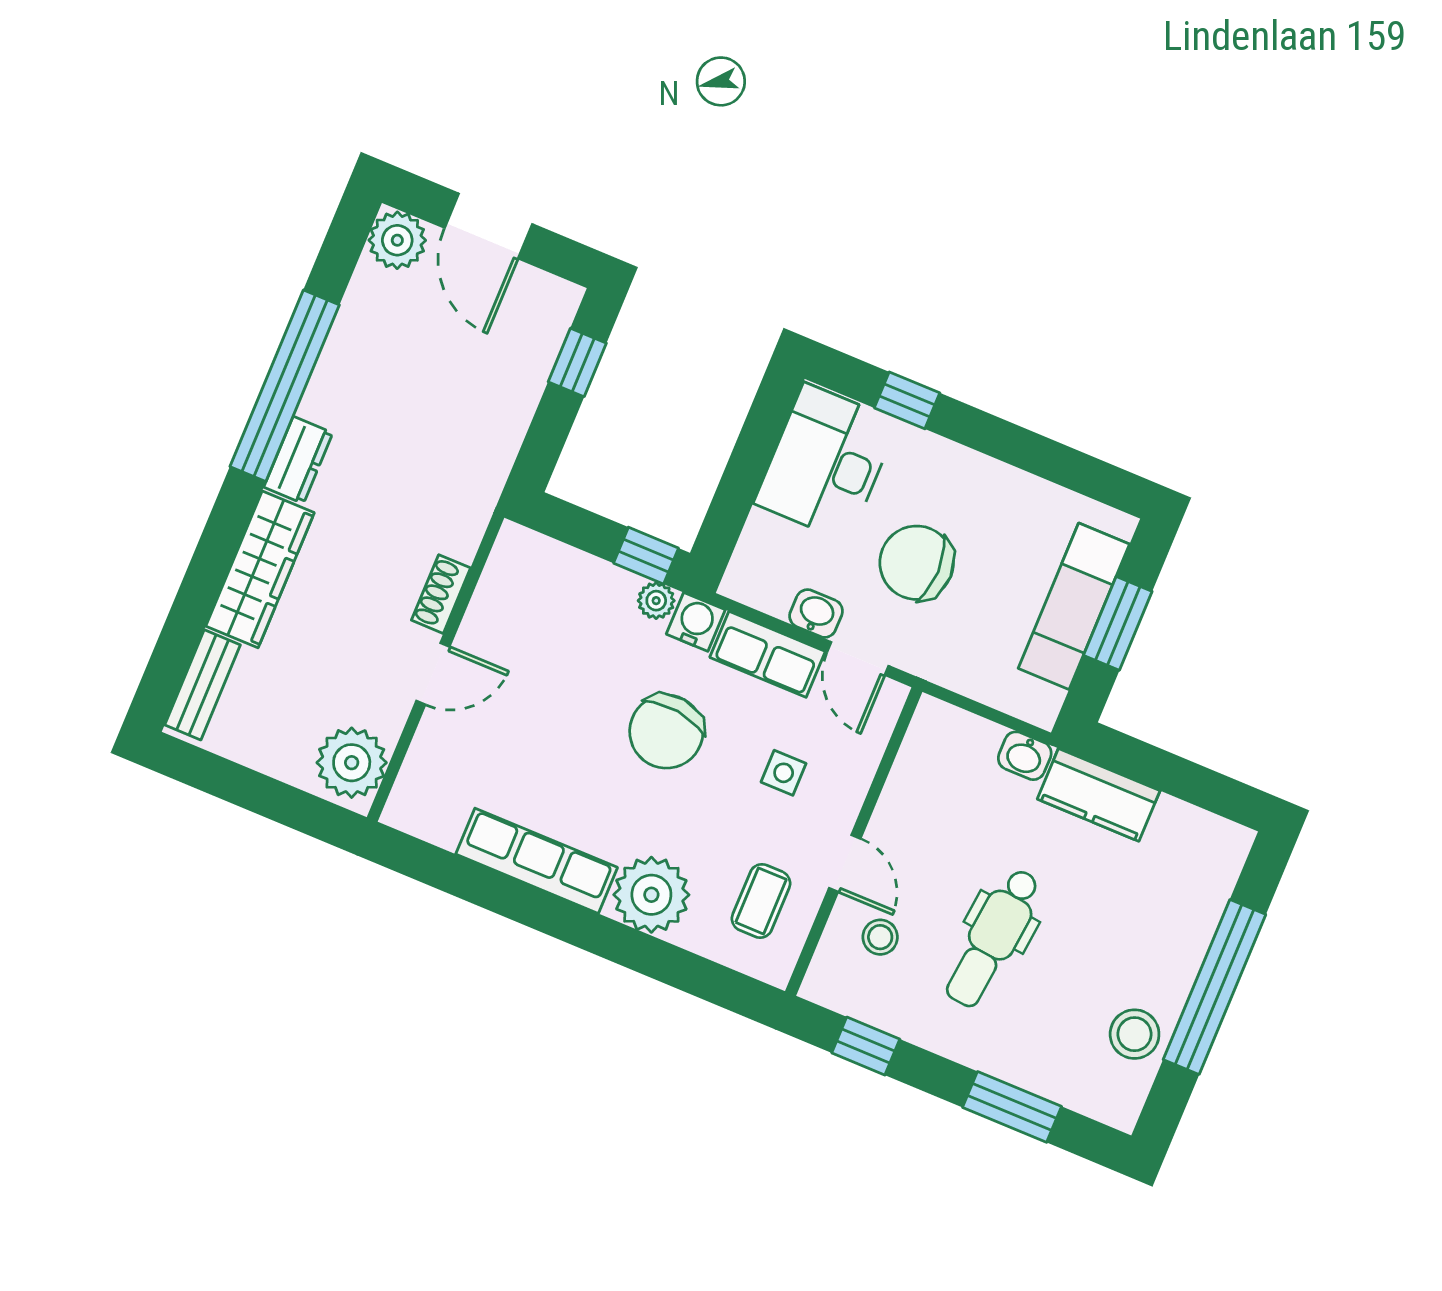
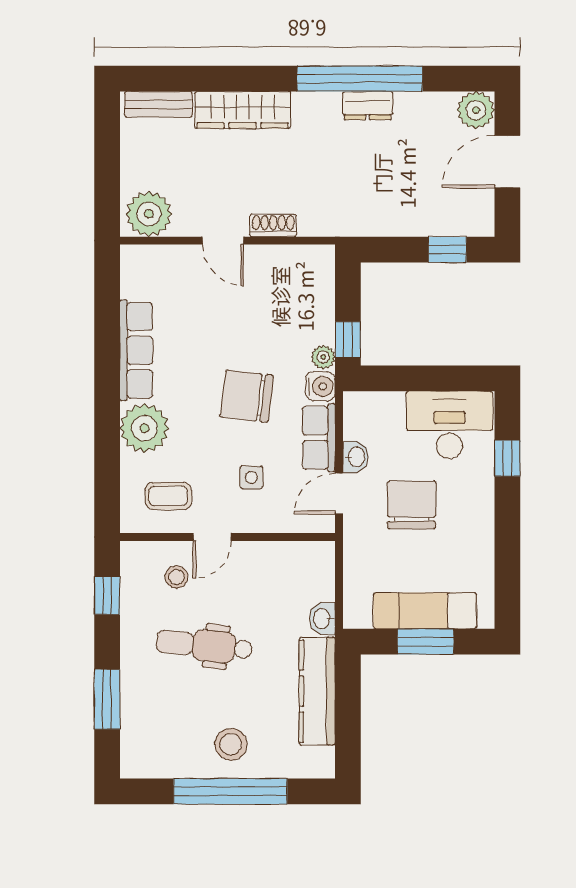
dresser: (298, 460) -> (368, 106), moved
kitchen counter: (1099, 795) -> (317, 691), width x1.50
stool: (1135, 1034) -> (231, 744), moved

